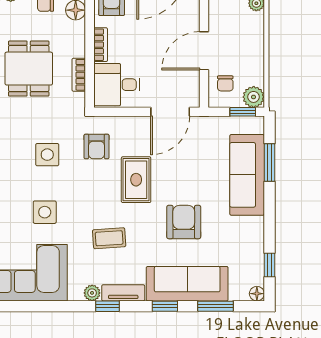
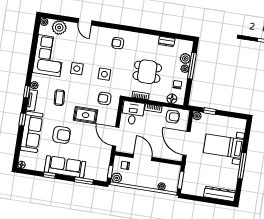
sofa: (247, 175) -> (65, 167), moved
window: (269, 265) -> (49, 175), moved
window: (215, 306) -> (19, 144), removed

